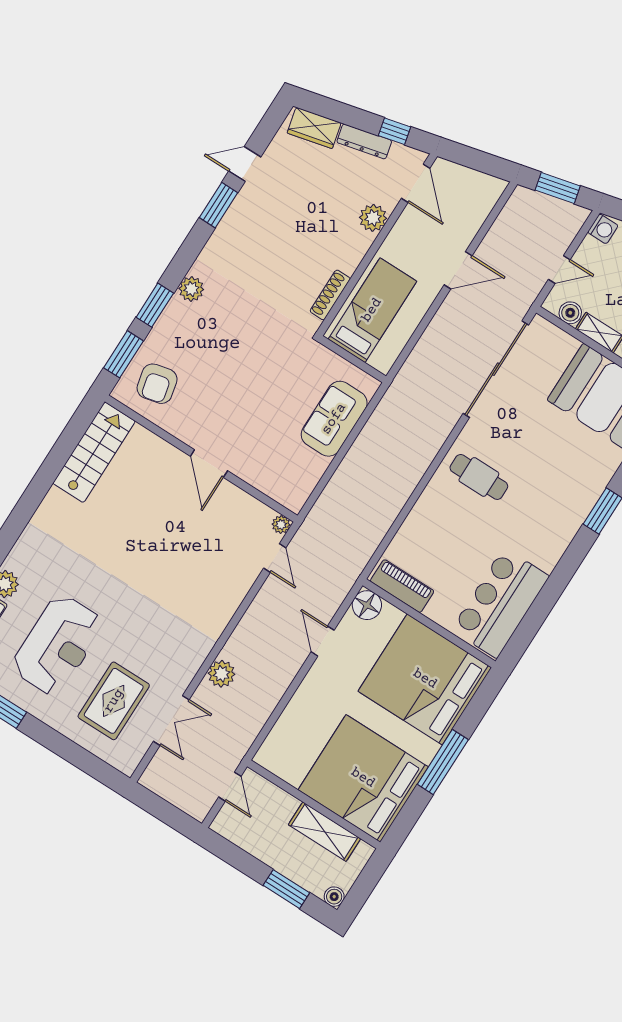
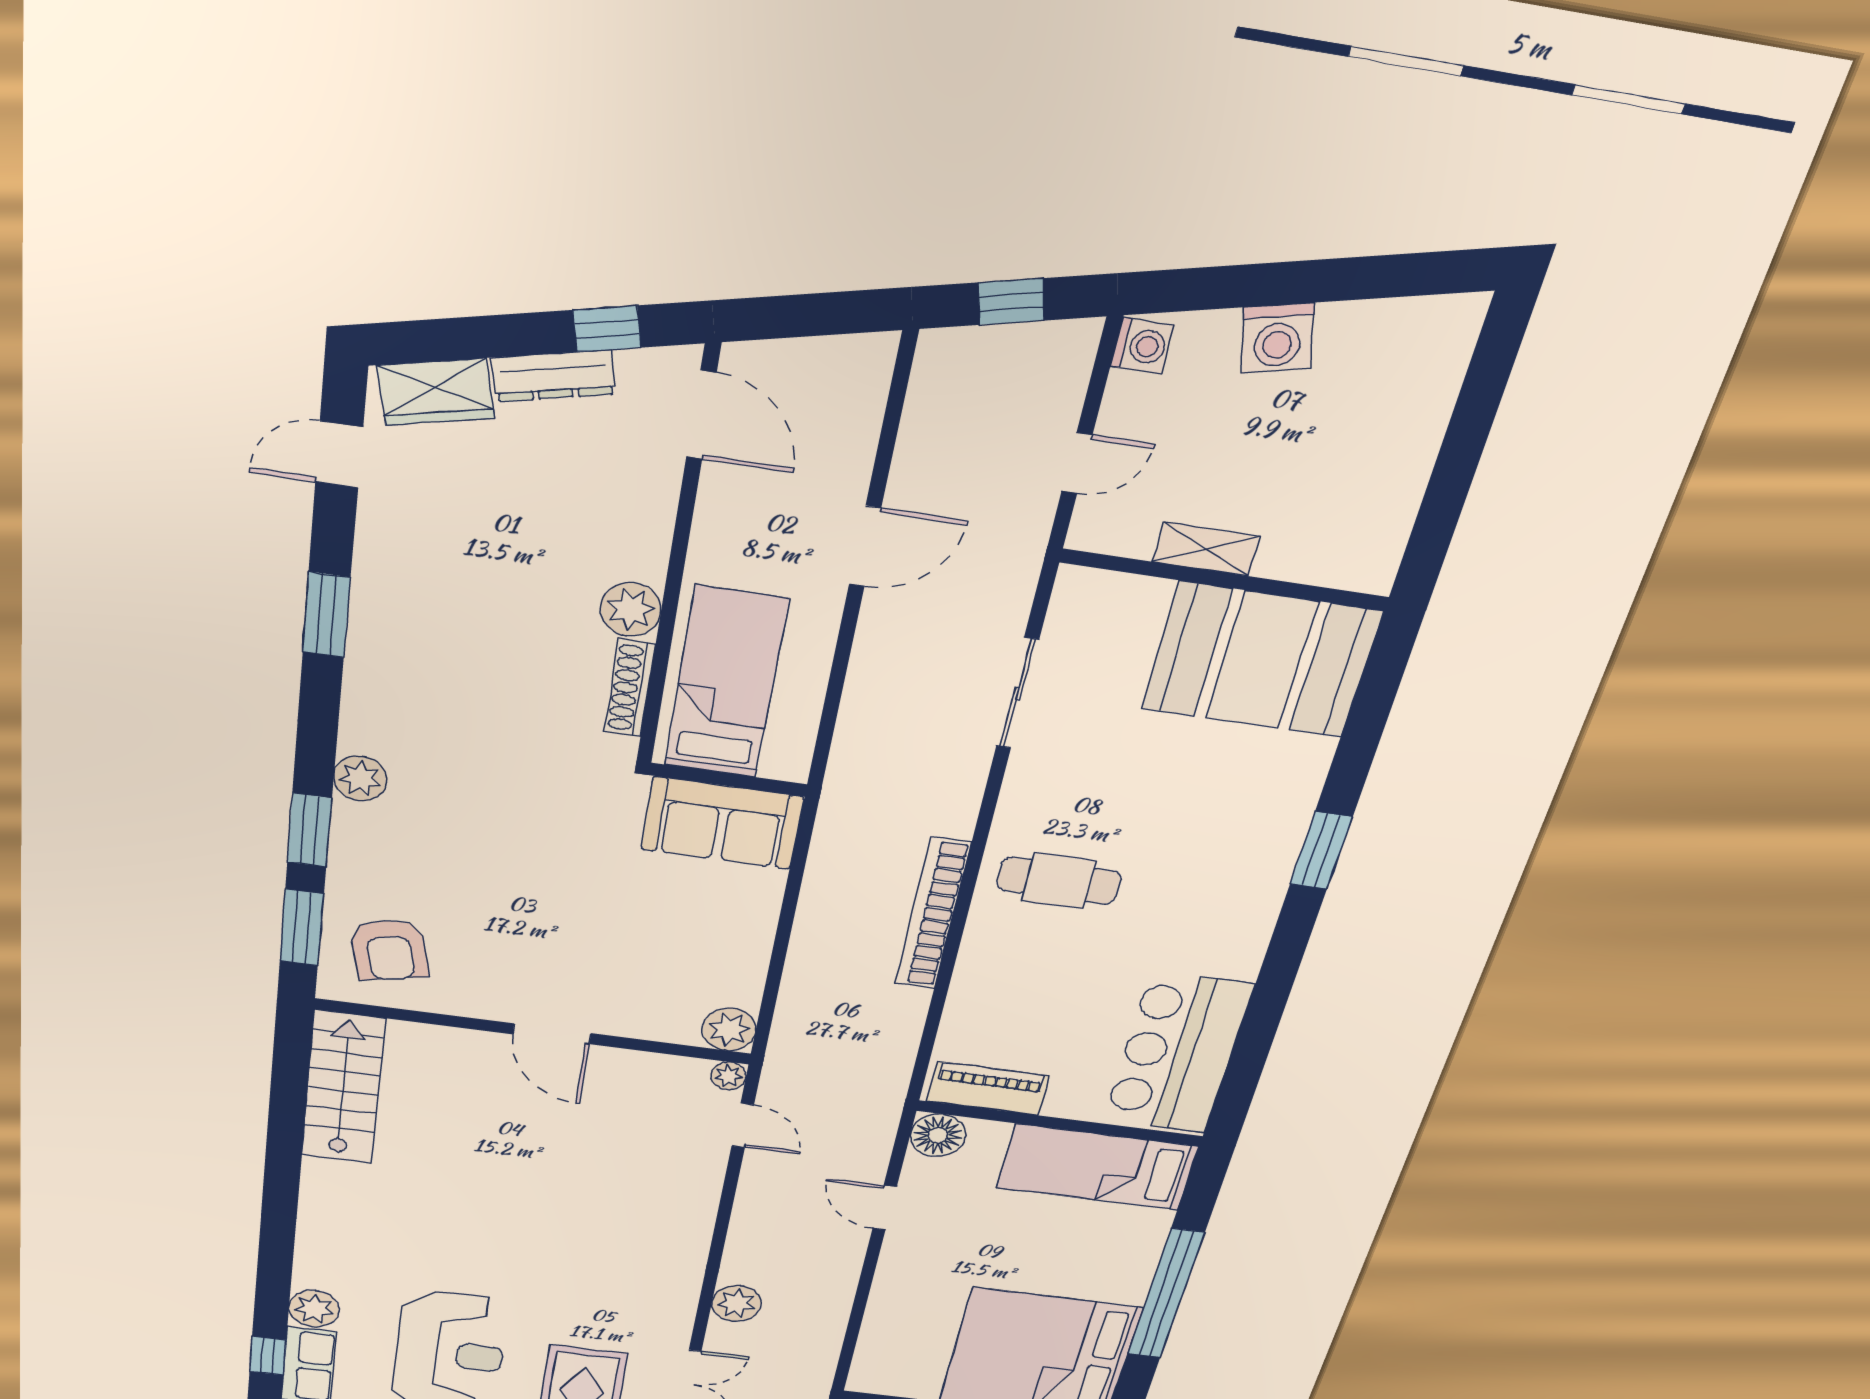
door: (245, 164) -> (339, 455), moved
window: (558, 188) -> (1011, 302), width x0.67
plant: (373, 218) -> (631, 609), moved
boiler: (570, 313) -> (1131, 536), removed
sliding door: (496, 369) -> (1017, 693), width x0.54
sofa: (334, 419) -> (722, 823), moved, turned -90
bookcase: (415, 471) -> (933, 914), added
plant: (293, 497) -> (729, 1029), added
bed: (425, 679) -> (1098, 1167), width x0.49
window: (443, 762) -> (1166, 1294), width x1.46

